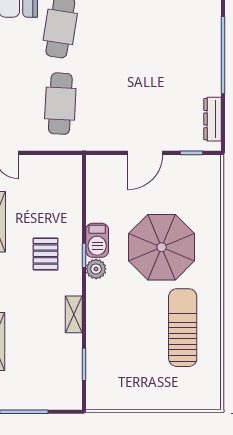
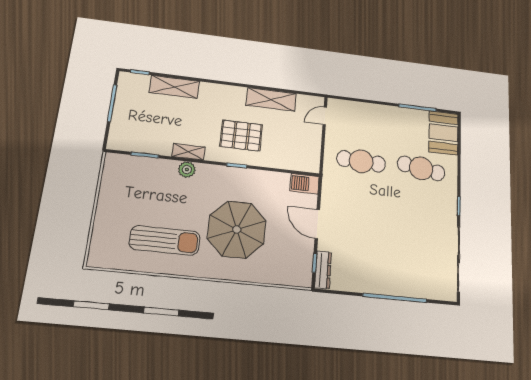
dresser: (213, 119) -> (323, 270), moved, turned 90
barbecue: (97, 240) -> (304, 184), moved
pallet: (45, 254) -> (241, 136), width x1.50, depth x1.42
plant: (96, 269) -> (187, 170), moved

